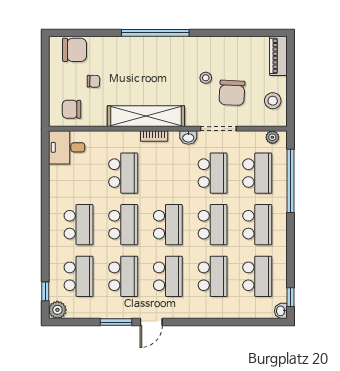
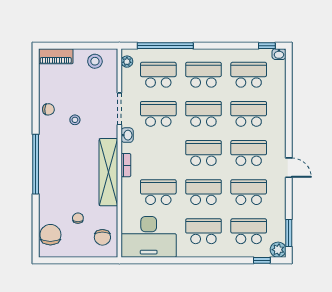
chair: (232, 93) -> (48, 109), moved, width x0.54, depth x0.54
desk: (67, 147) -> (149, 237), width x1.87, depth x1.30
window: (116, 322) -> (289, 233), moved

